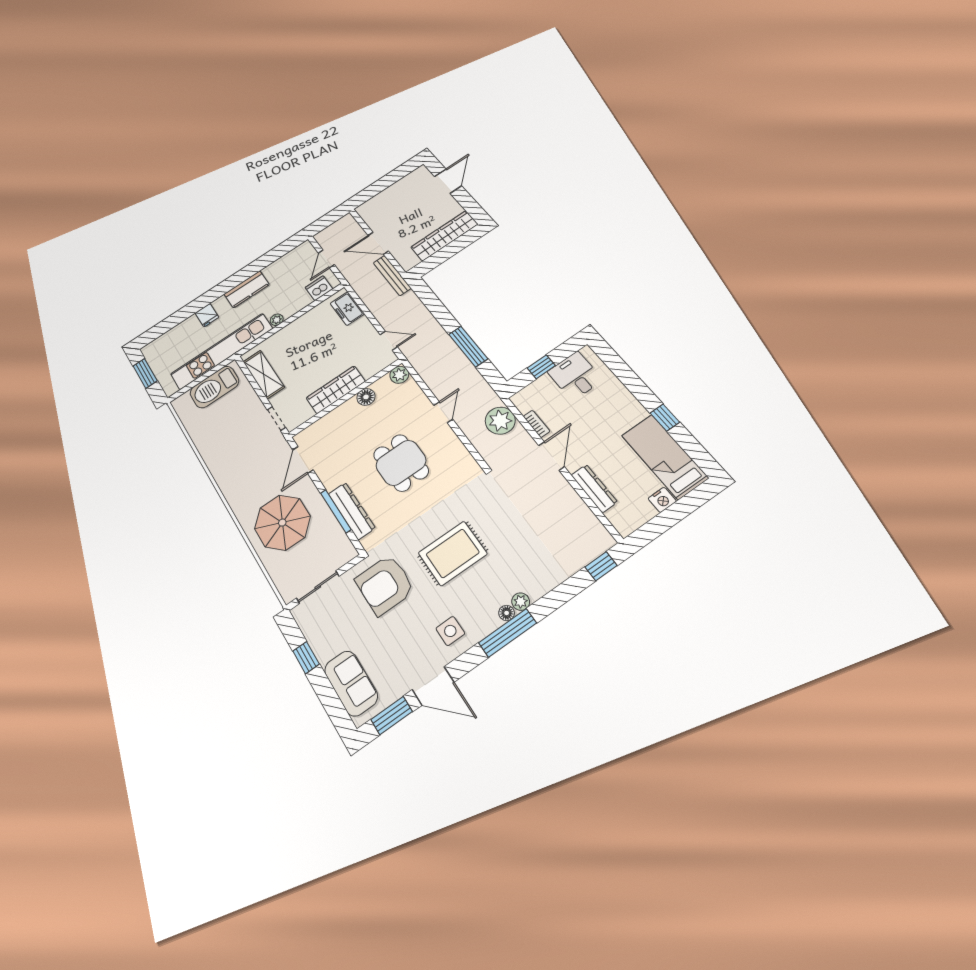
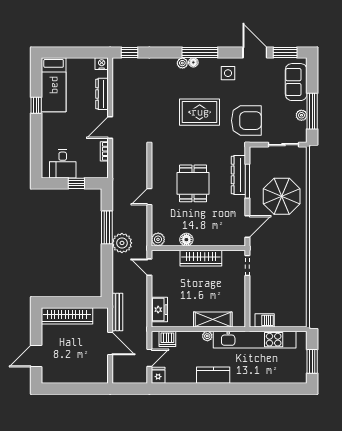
fridge: (207, 315) -> (158, 375), moved
shelving: (264, 374) -> (213, 320), moved, turned 90
barbecue: (214, 387) -> (265, 320), width x0.53, depth x0.65
plant: (500, 421) -> (122, 243), moved
nightstand: (662, 500) -> (102, 64), moved
plant: (317, 642) -> (301, 115), added
window: (306, 658) -> (312, 111), width x2.17

